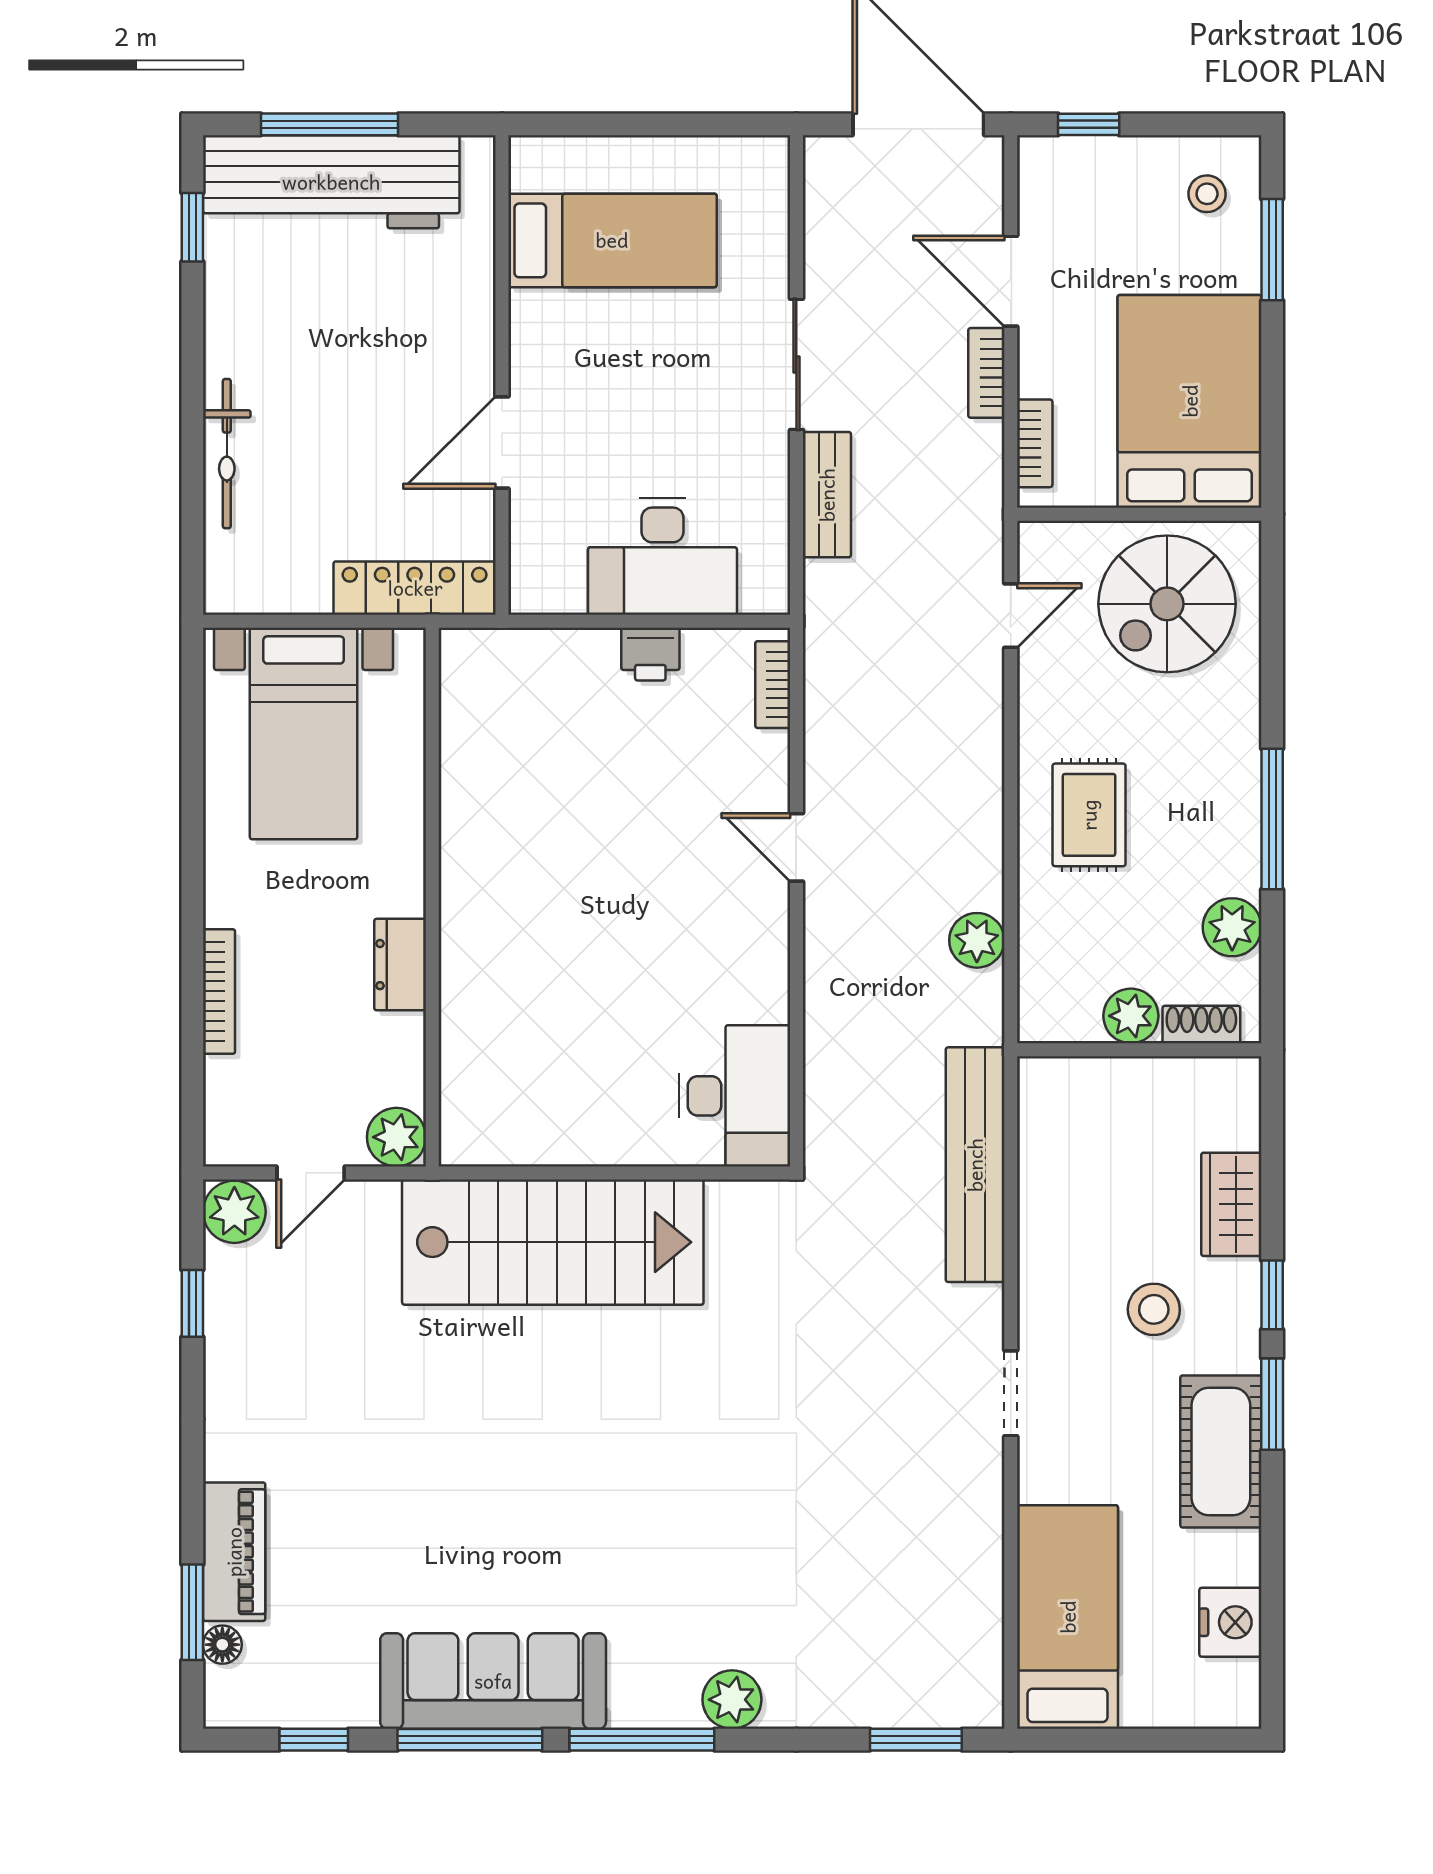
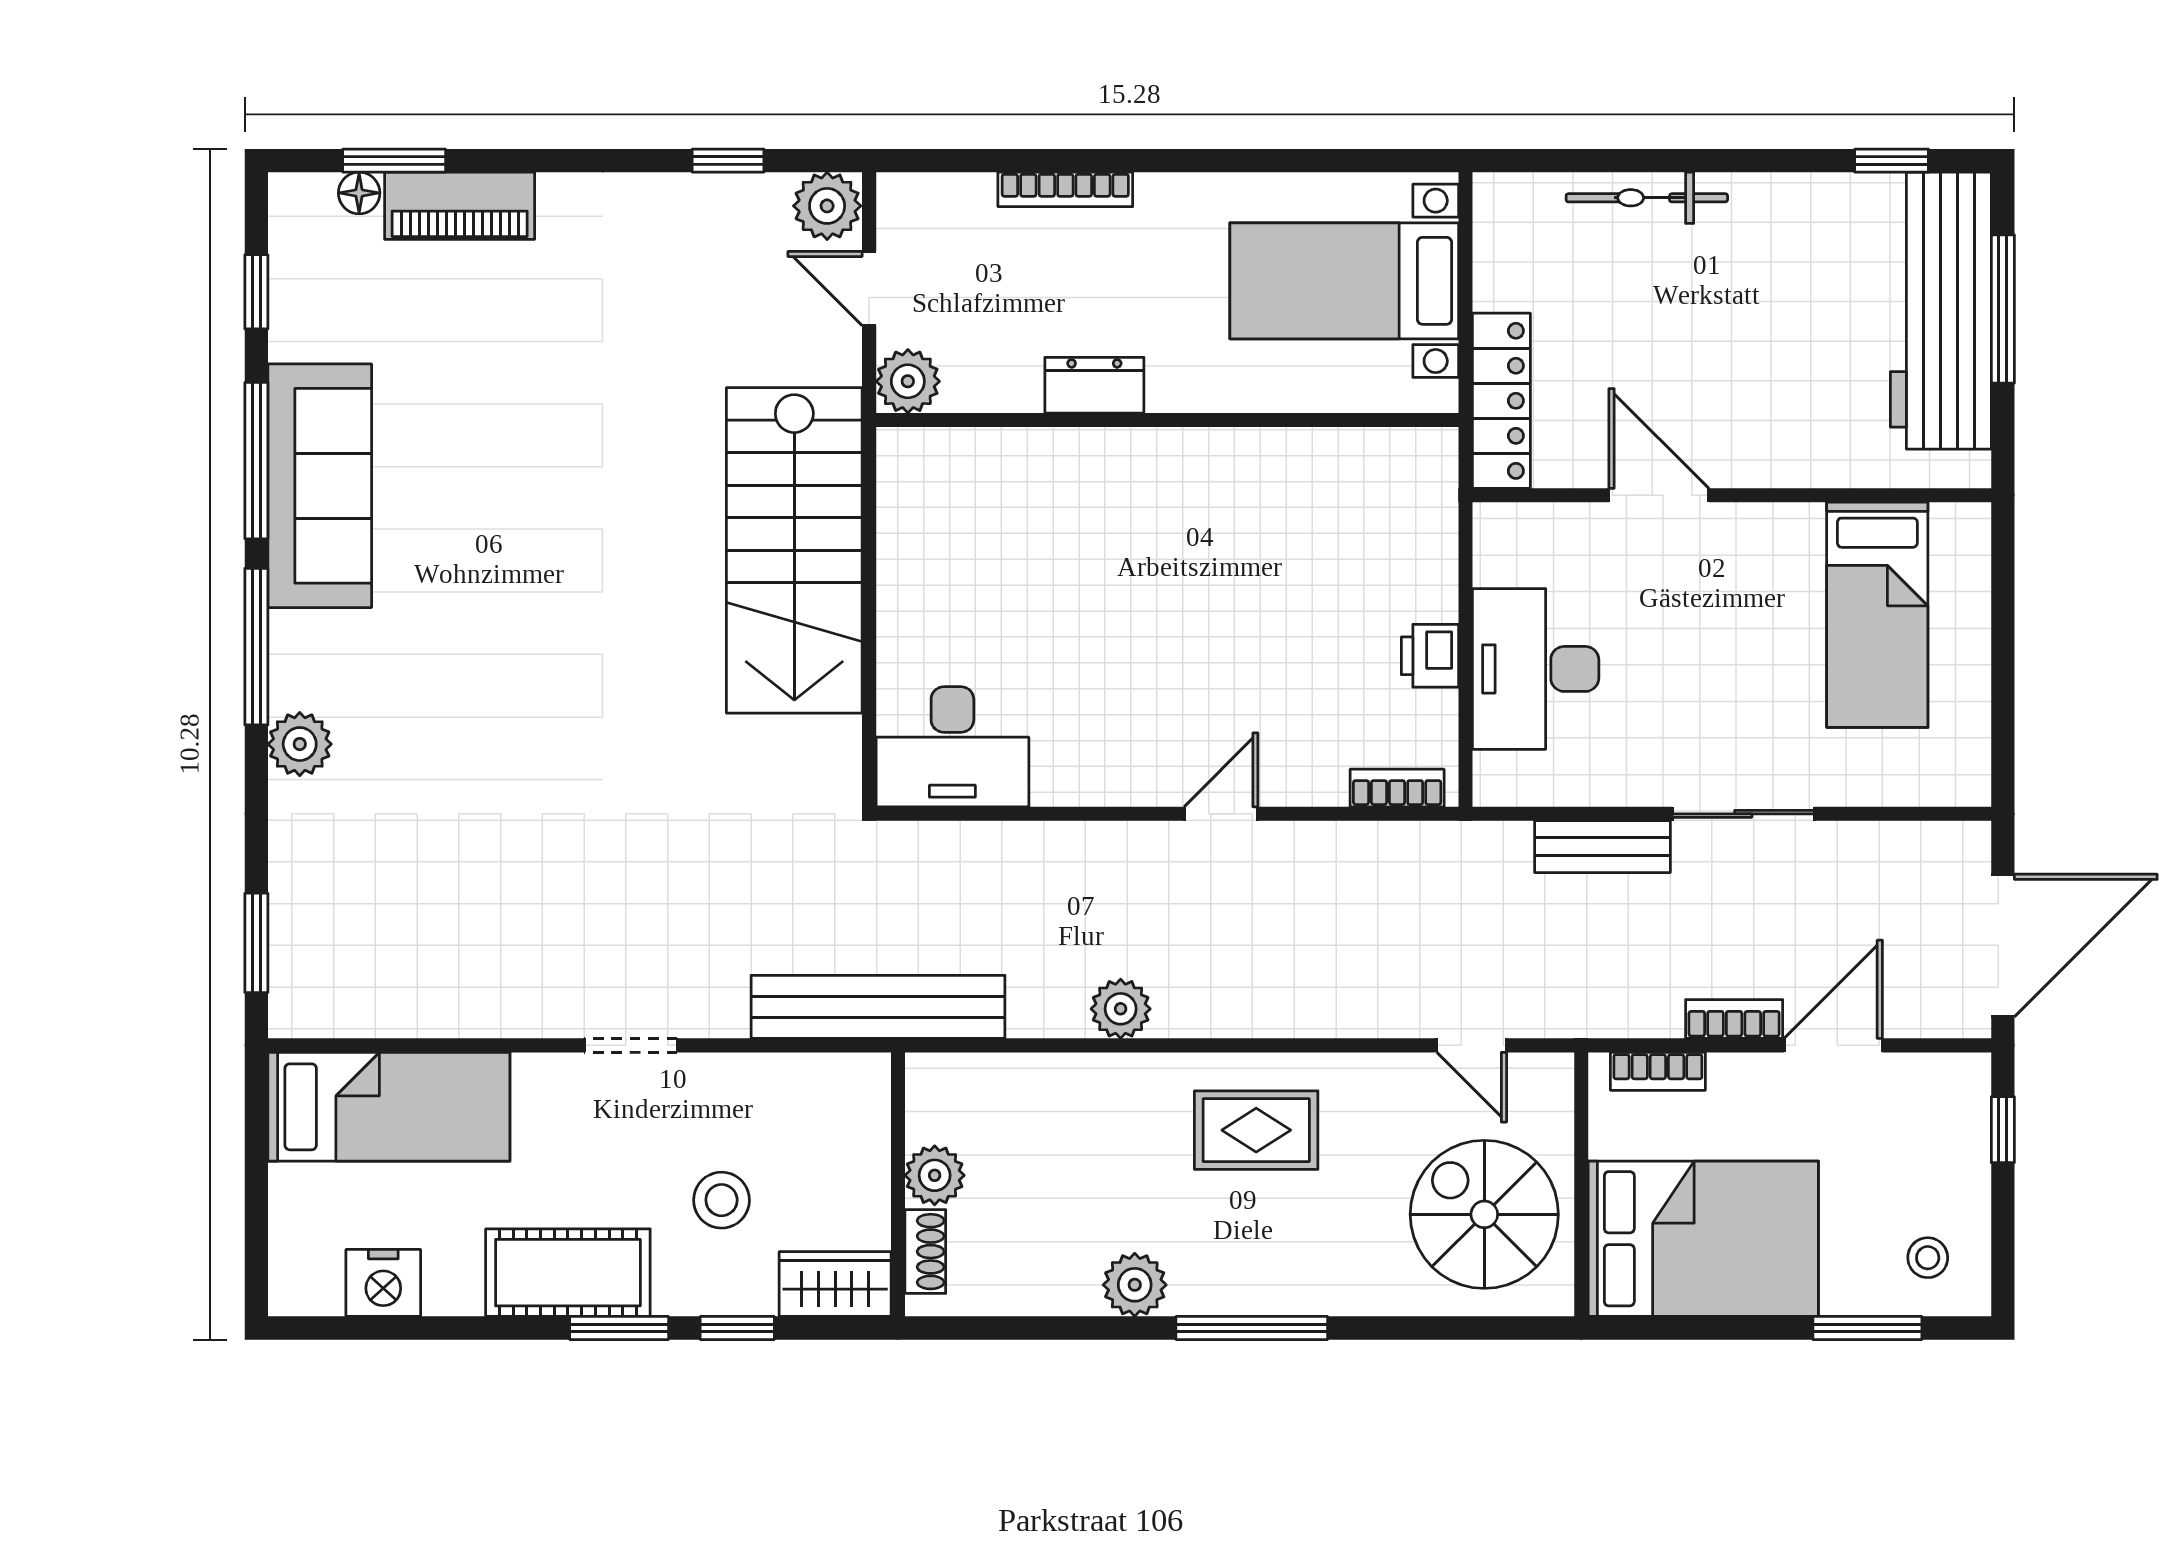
plant: (1131, 1016) -> (935, 1175), moved
shoe rack: (1201, 1025) -> (925, 1252), moved
wall: (1139, 1050) -> (898, 1184), moved

